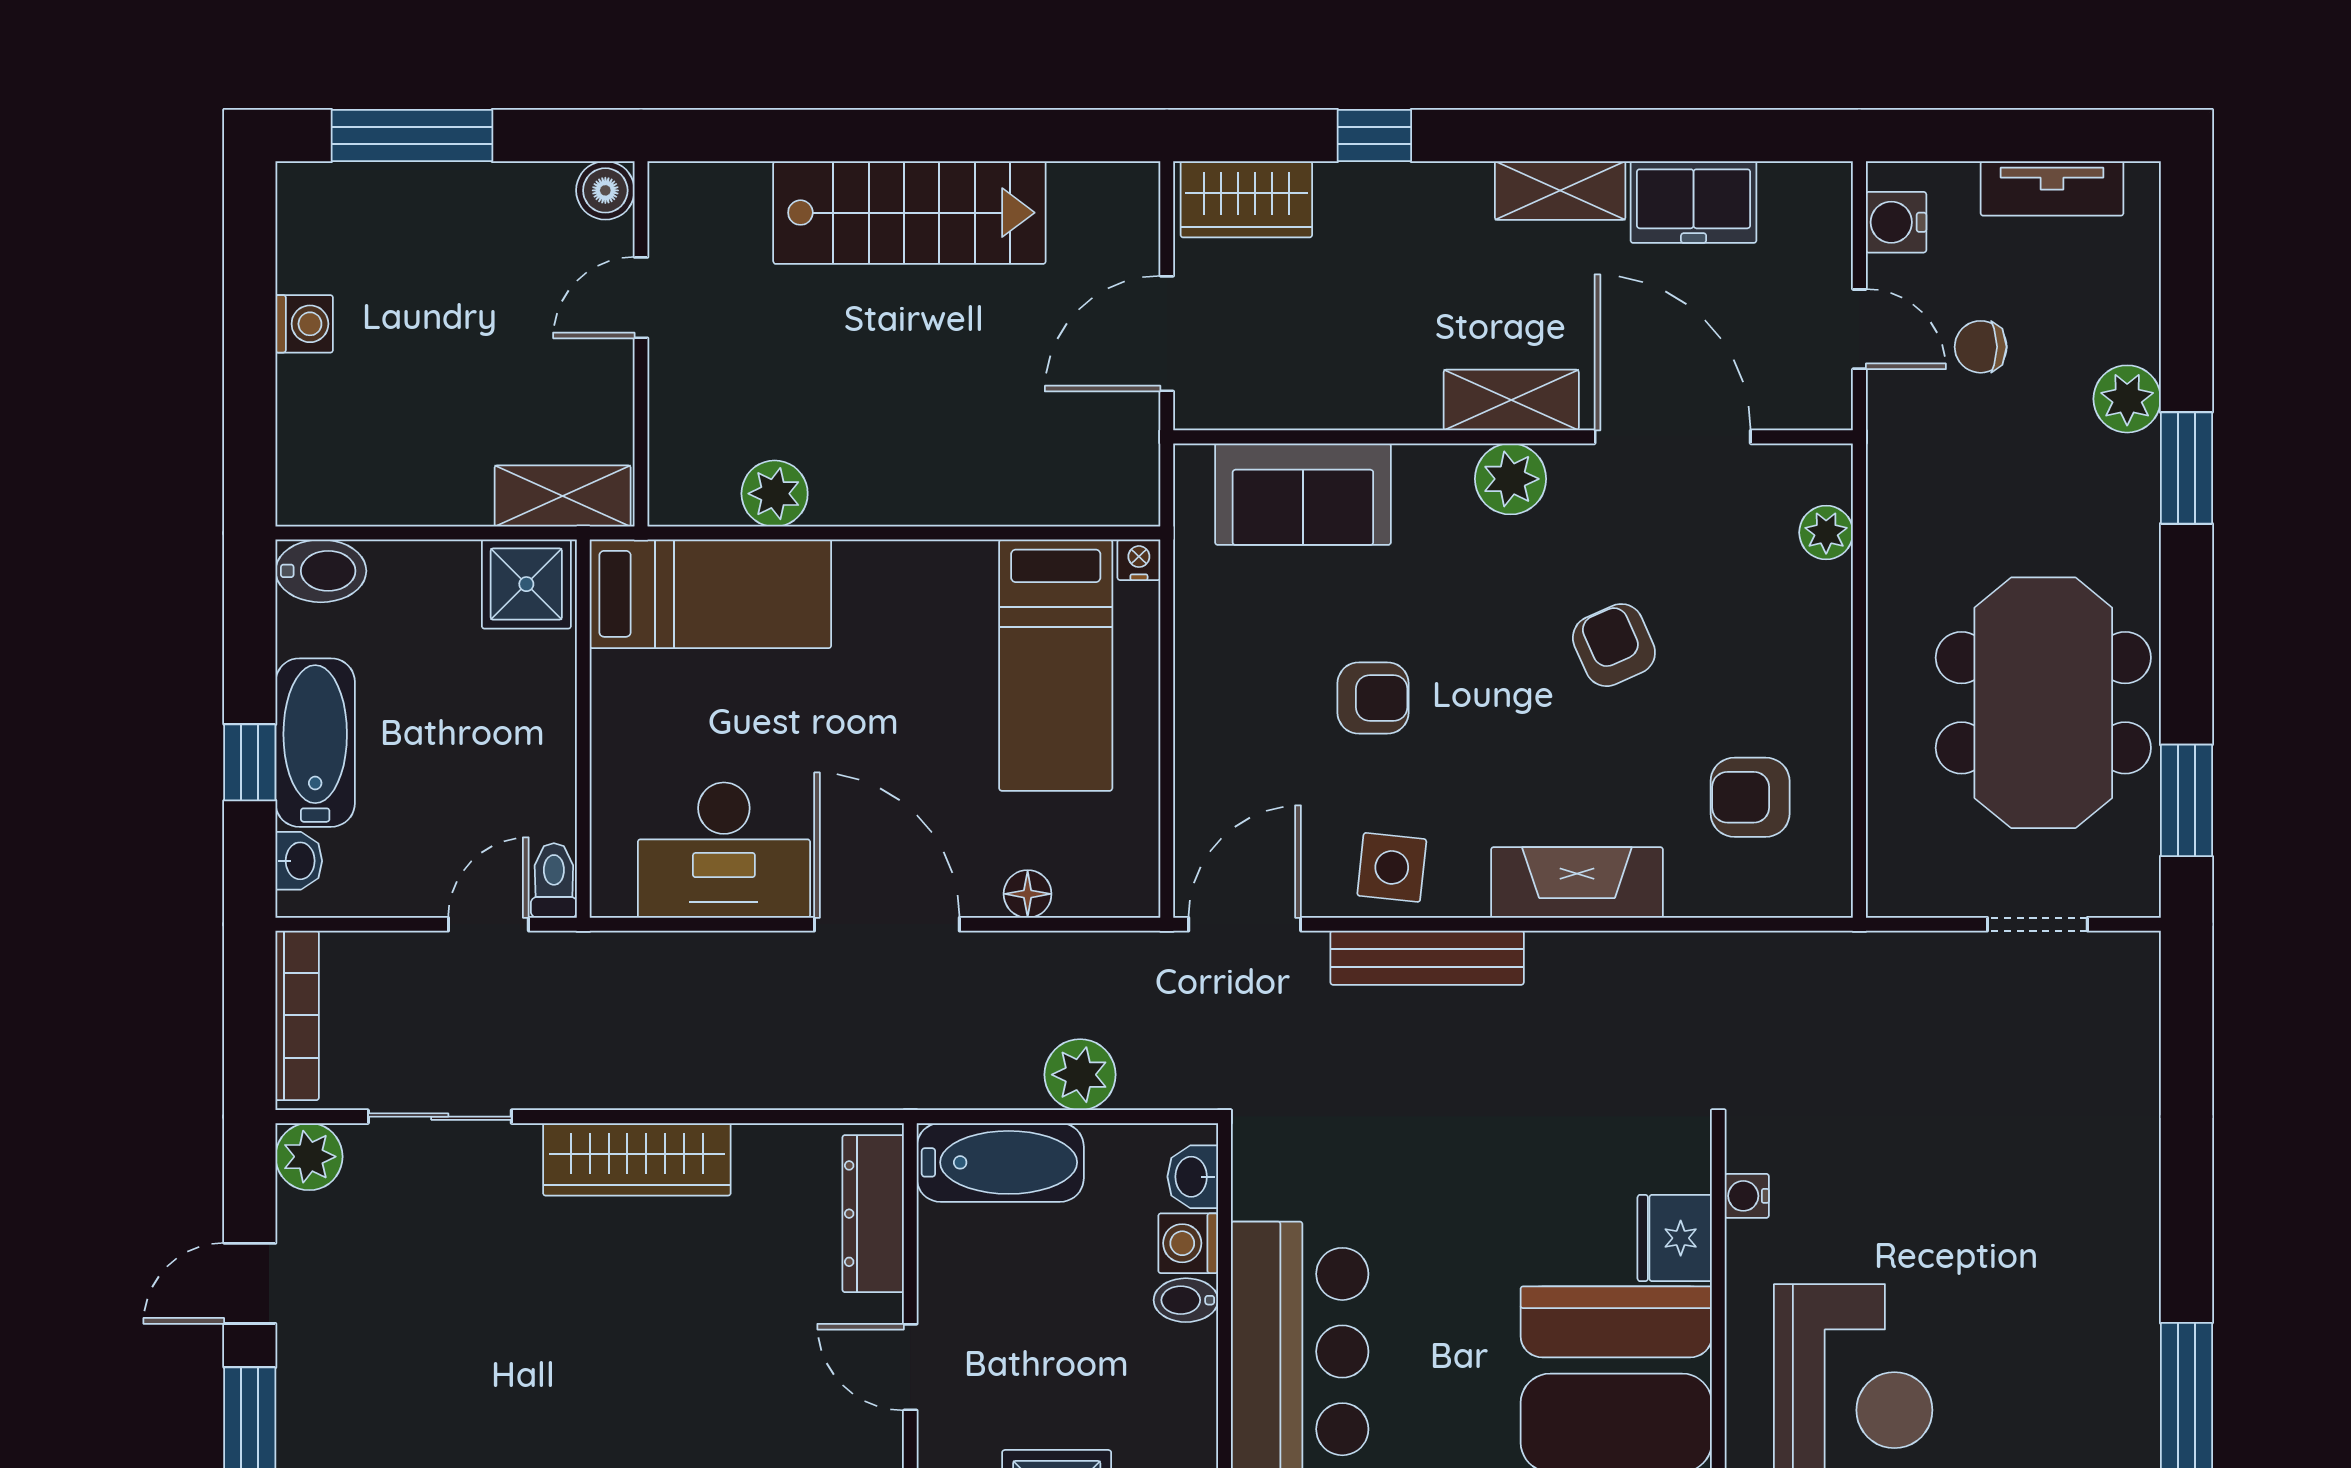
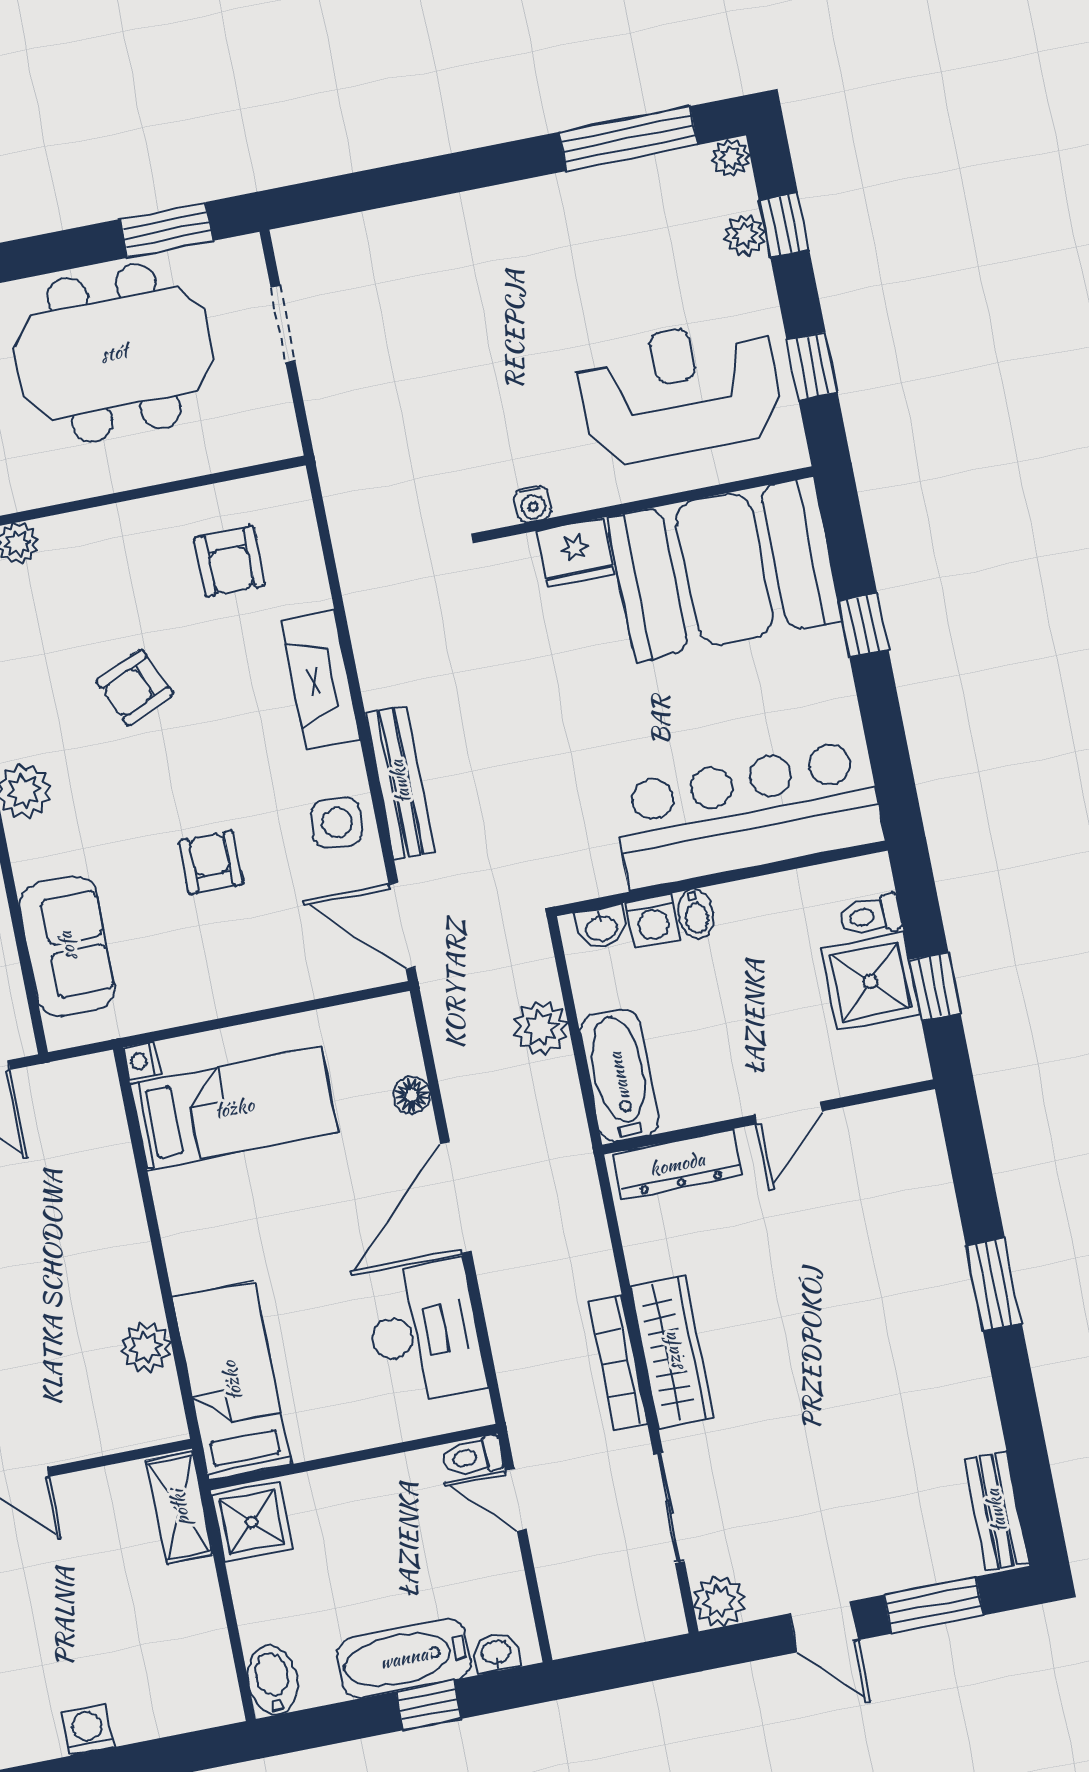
bookcase: (297, 1015) -> (618, 1362), moved, turned -90

